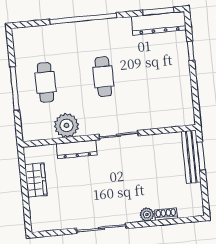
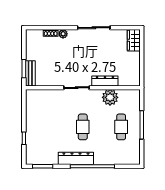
dresser: (159, 23) -> (76, 158), moved
bench: (191, 157) -> (30, 73), width x0.73
wardrobe: (36, 180) -> (134, 40), moved

